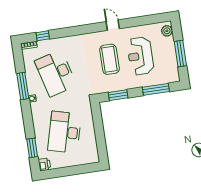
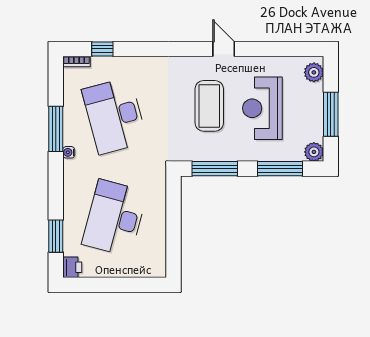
plant: (174, 77) -> (314, 152), added
window: (118, 95) -> (215, 169), width x1.44

